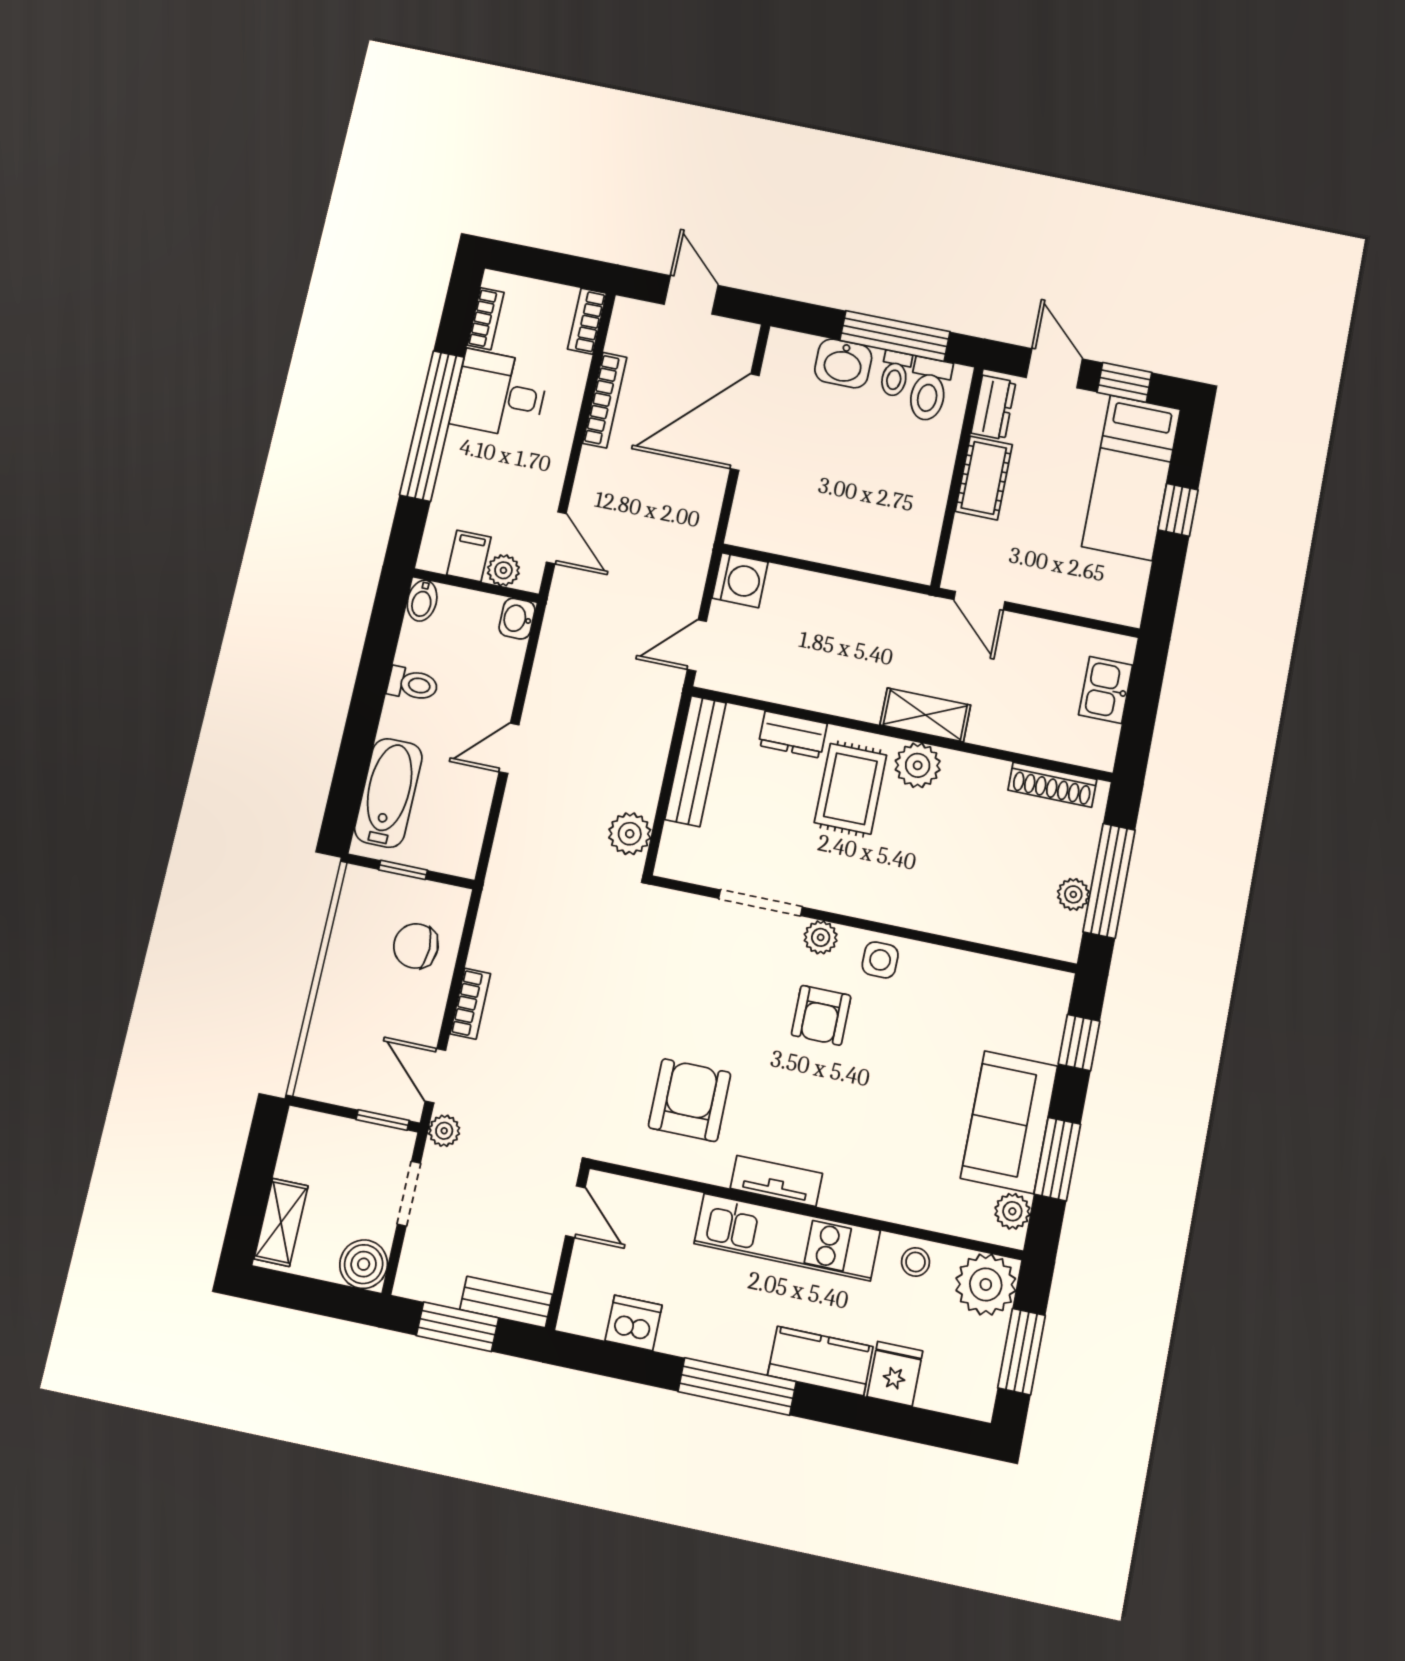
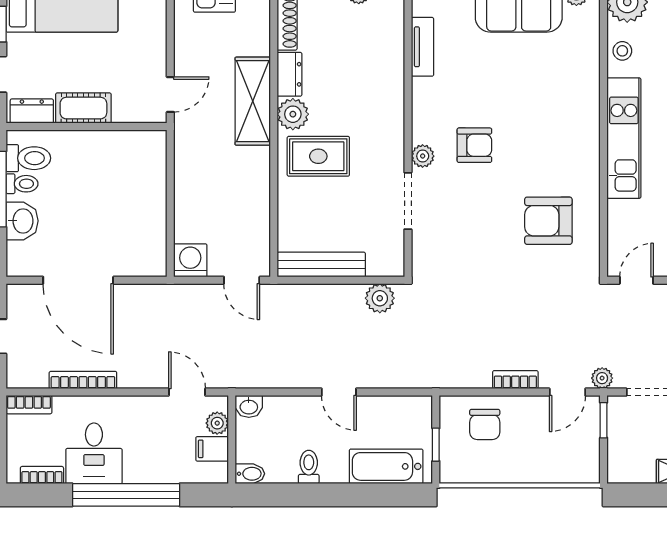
door: (556, 538) -> (187, 392), hinge flipped
shelving: (925, 715) -> (253, 101), width x1.50, depth x1.33
dresser: (793, 735) -> (289, 74), moved
side table: (880, 960) -> (429, 113), removed
tv unit: (776, 1181) -> (422, 47), moved, turned 180

